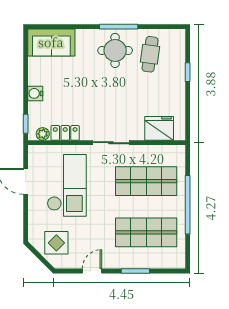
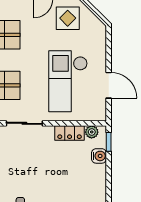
water cooler: (35, 93) -> (99, 156), moved
display table: (56, 243) -> (68, 18), moved

